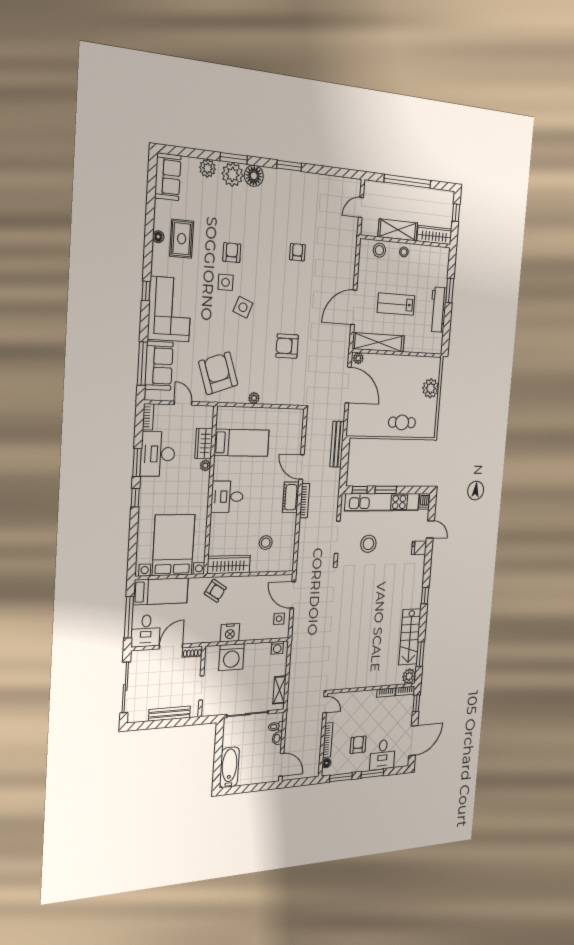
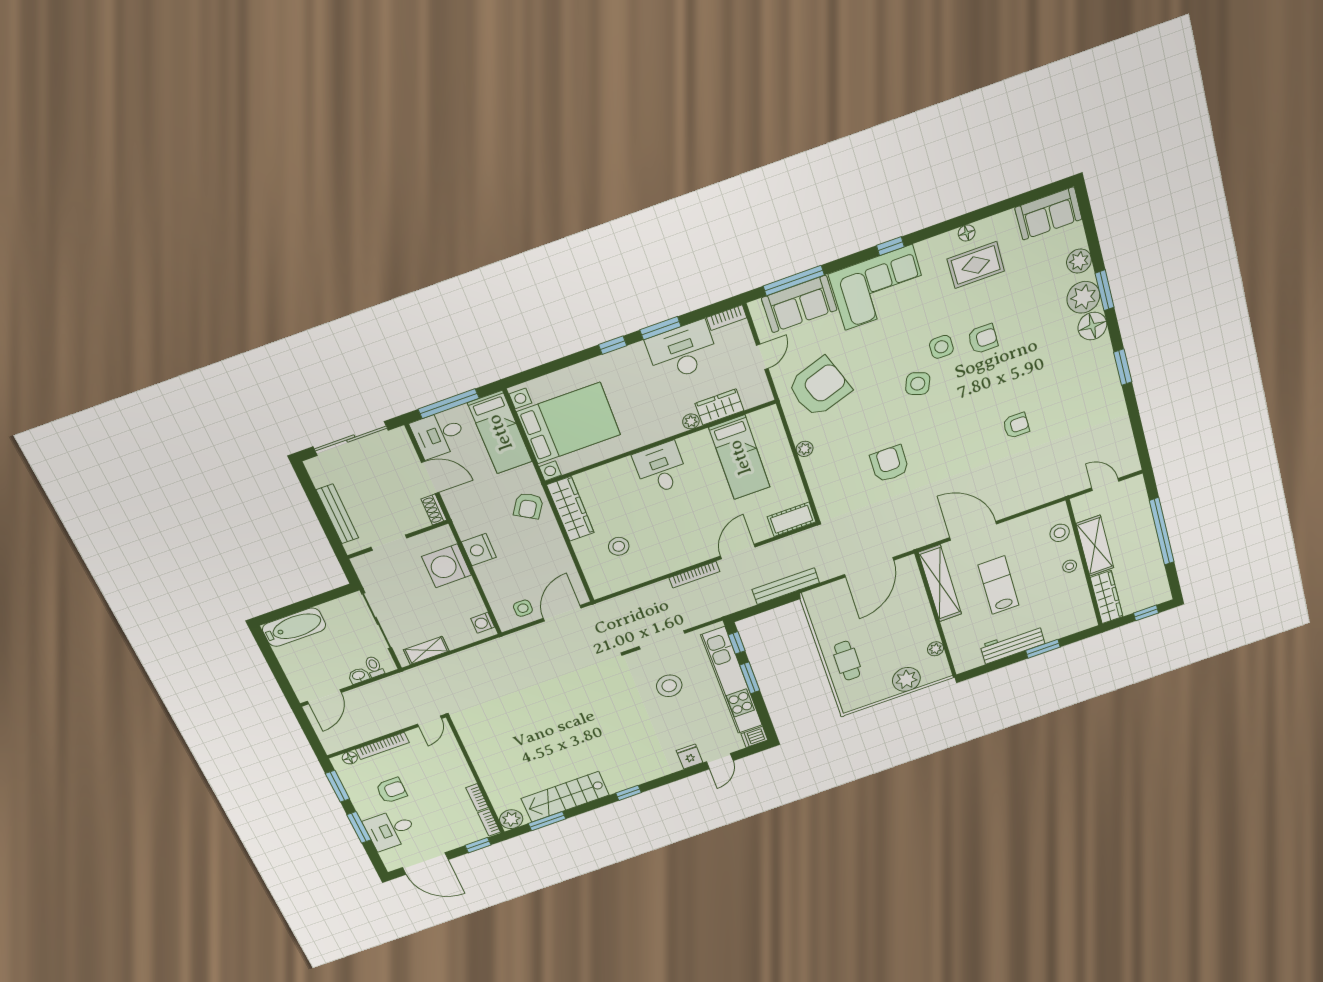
plant: (358, 358) -> (935, 649), moved
cot: (291, 497) -> (792, 519), moved

